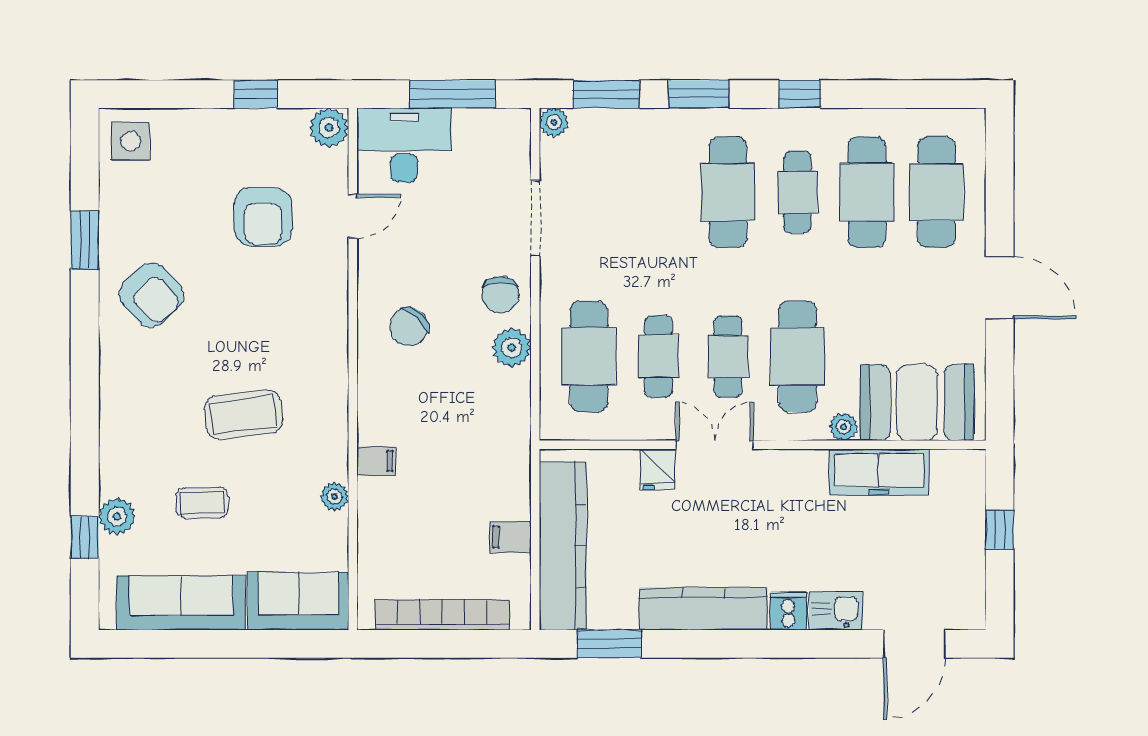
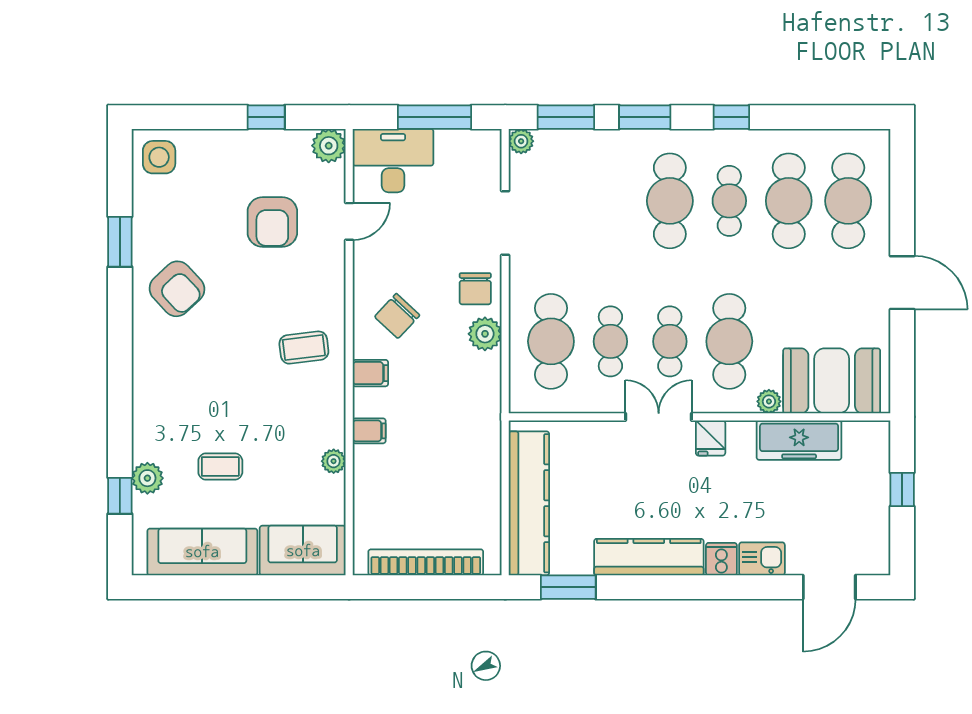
coffee table: (243, 415) -> (304, 348), moved, width x0.73, depth x0.77
fridge: (658, 469) -> (711, 438), moved
filing cabinet: (510, 537) -> (370, 373), moved, turned 180

